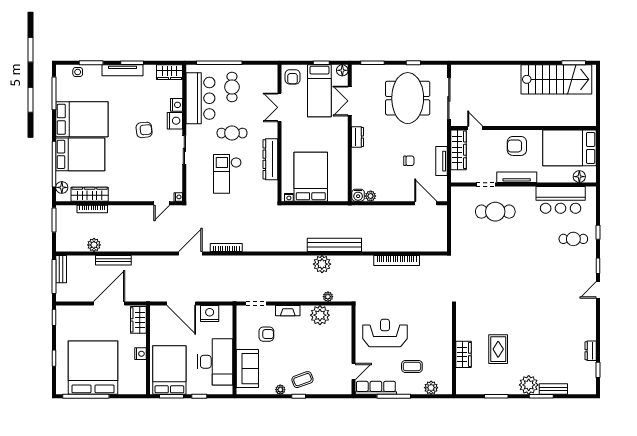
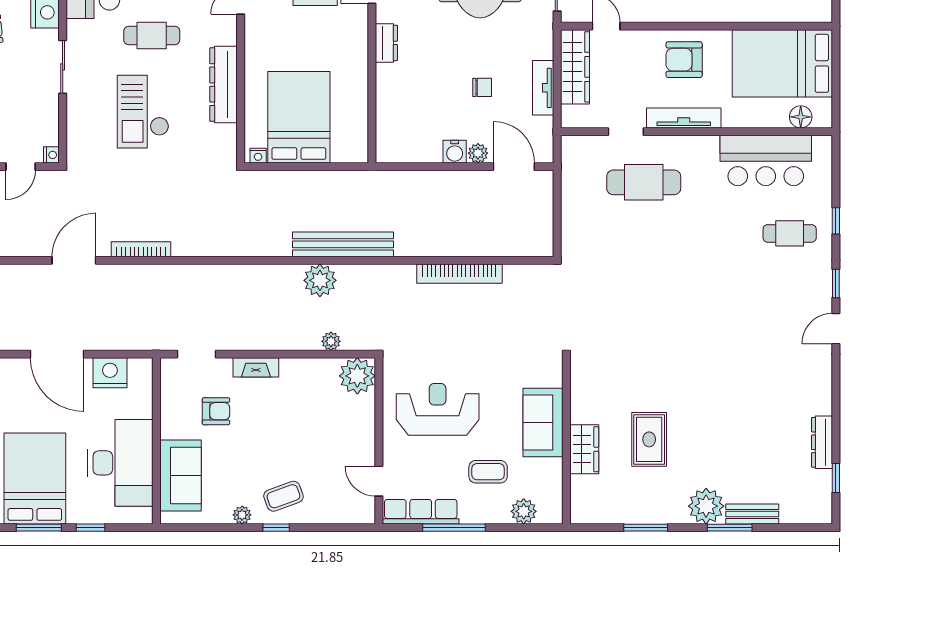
water cooler: (358, 195) -> (455, 152), moved
plant: (371, 196) -> (478, 153), moved
plant: (320, 315) -> (357, 376), moved
sofa: (441, 340) -> (543, 423), added
dresser: (591, 351) -> (822, 442), width x1.44
door: (354, 372) -> (379, 481), swing flipped

